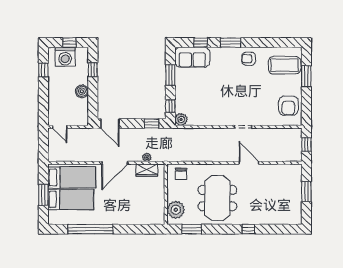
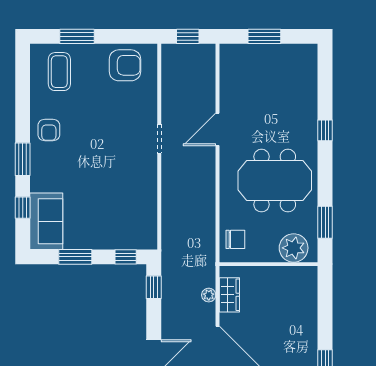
coffee table: (285, 65) -> (59, 72), width x0.73, depth x0.76
plant: (181, 119) -> (147, 239), removed

